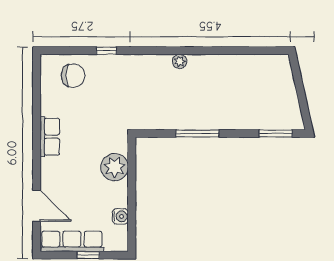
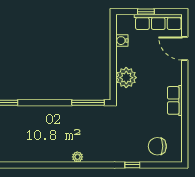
window: (197, 133) -> (88, 103), moved

